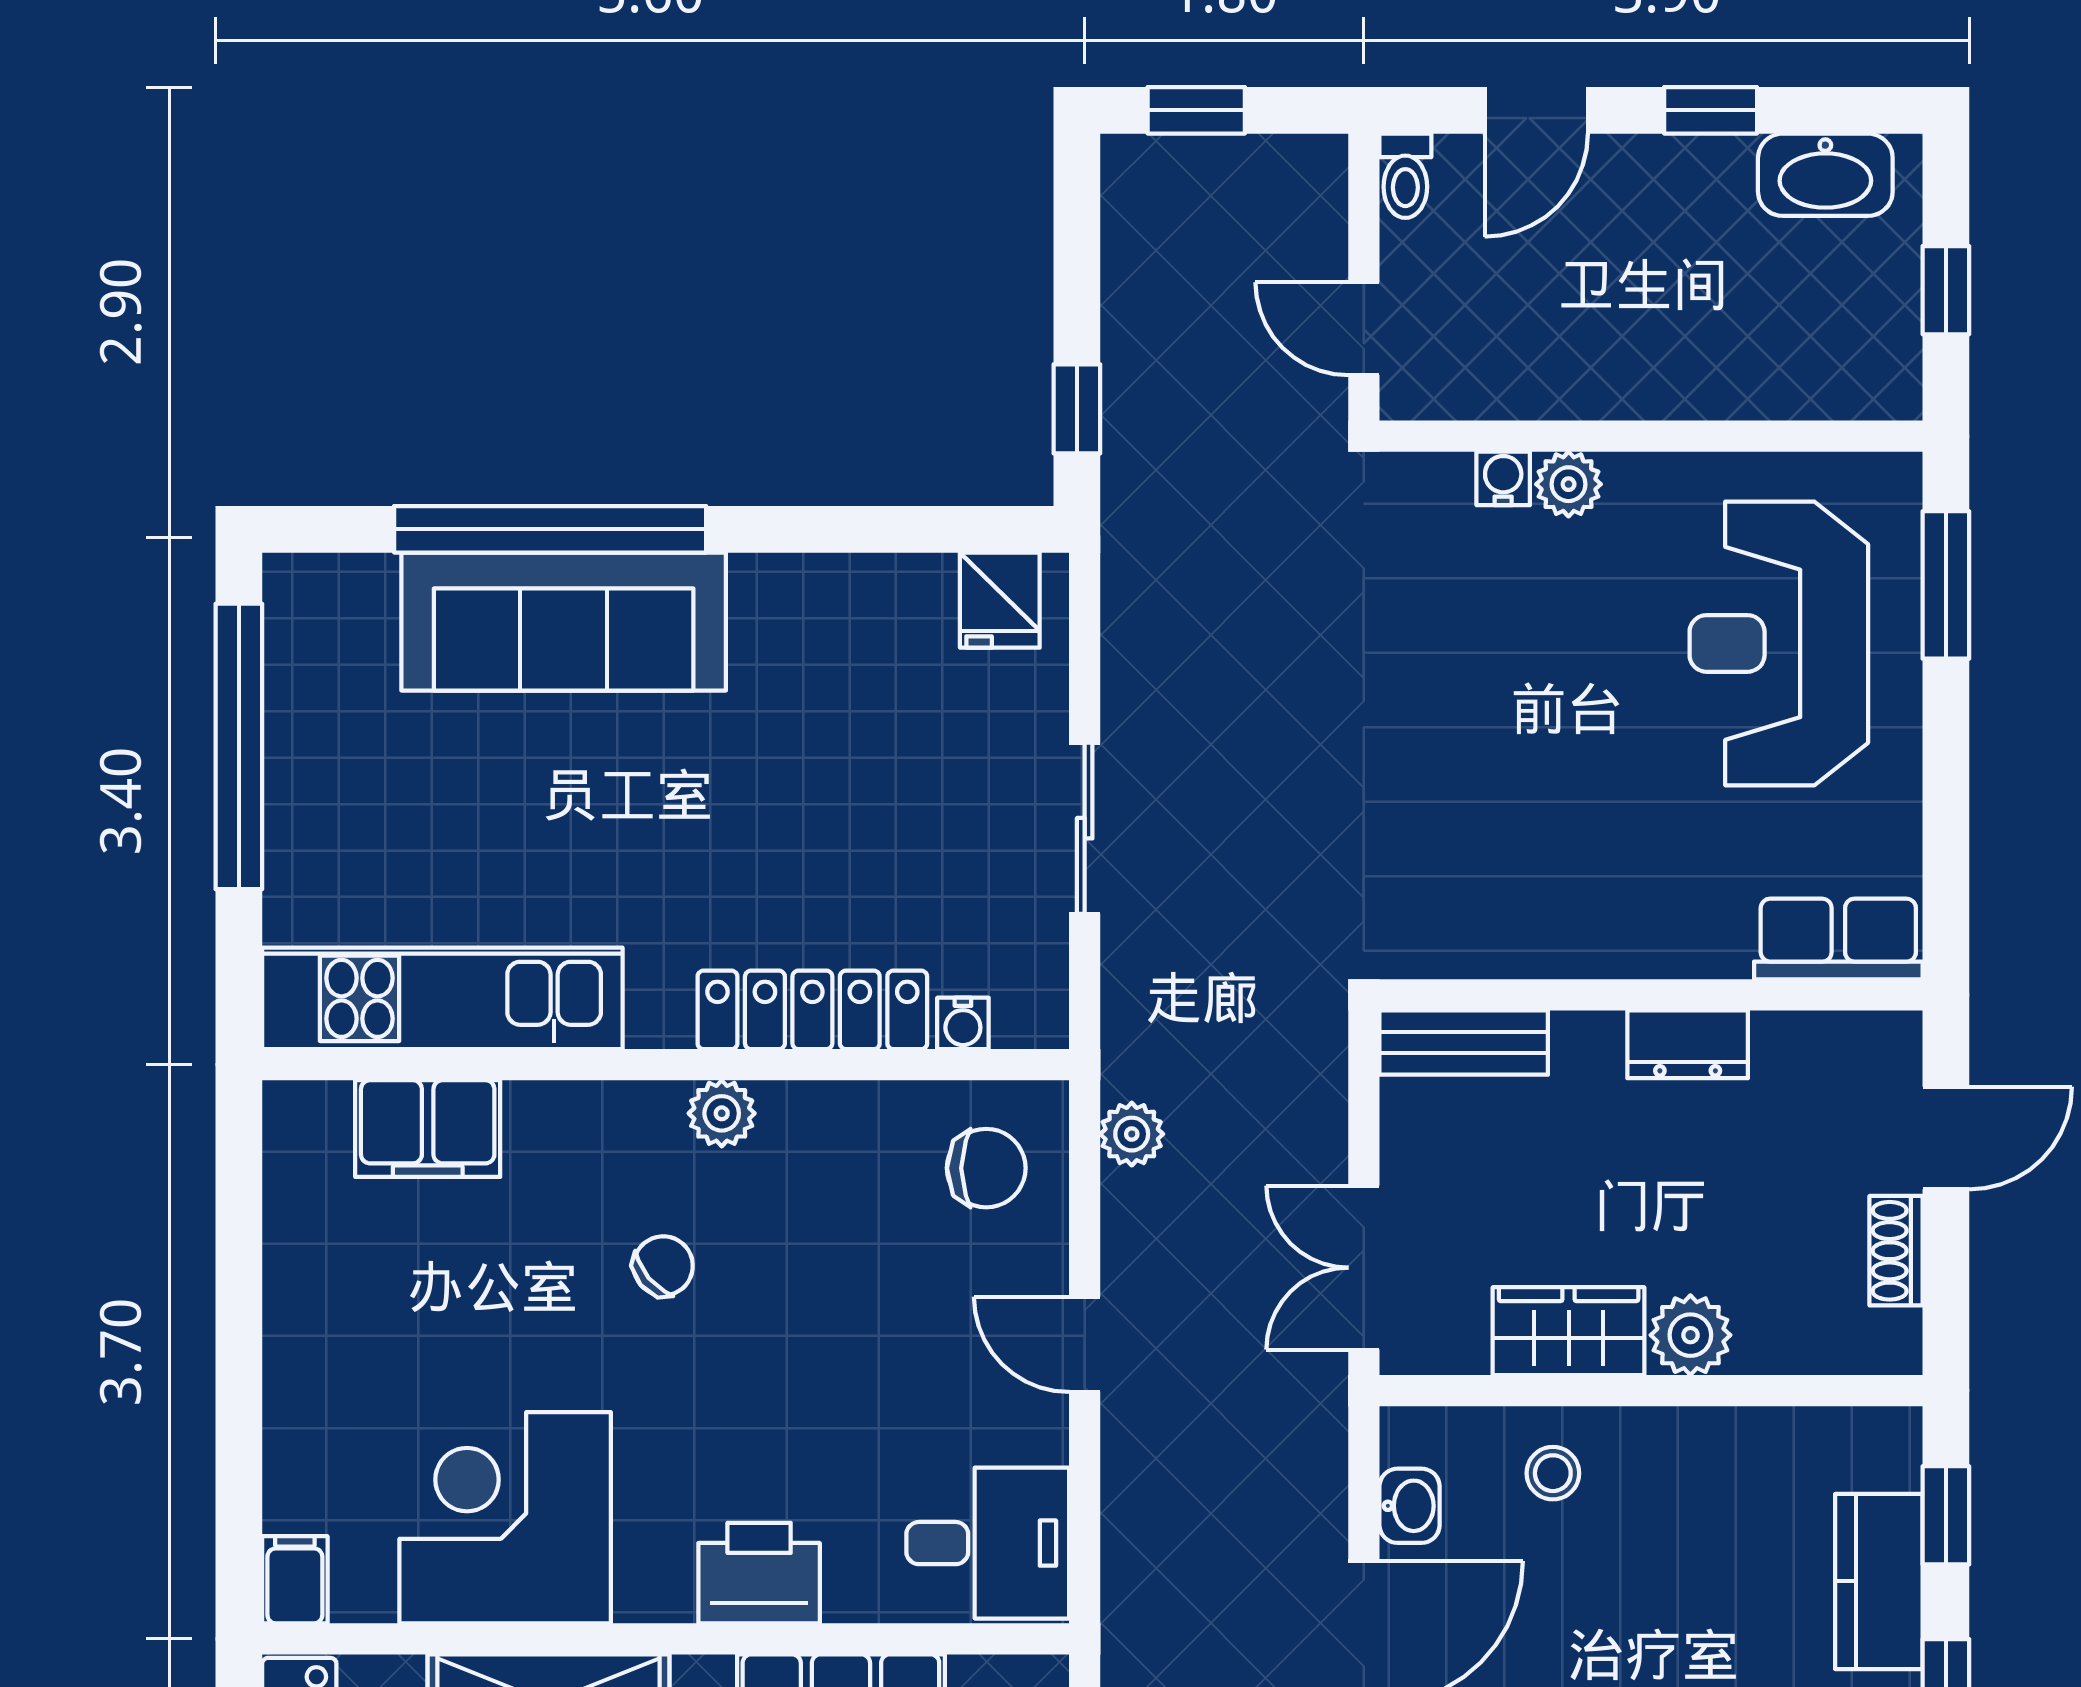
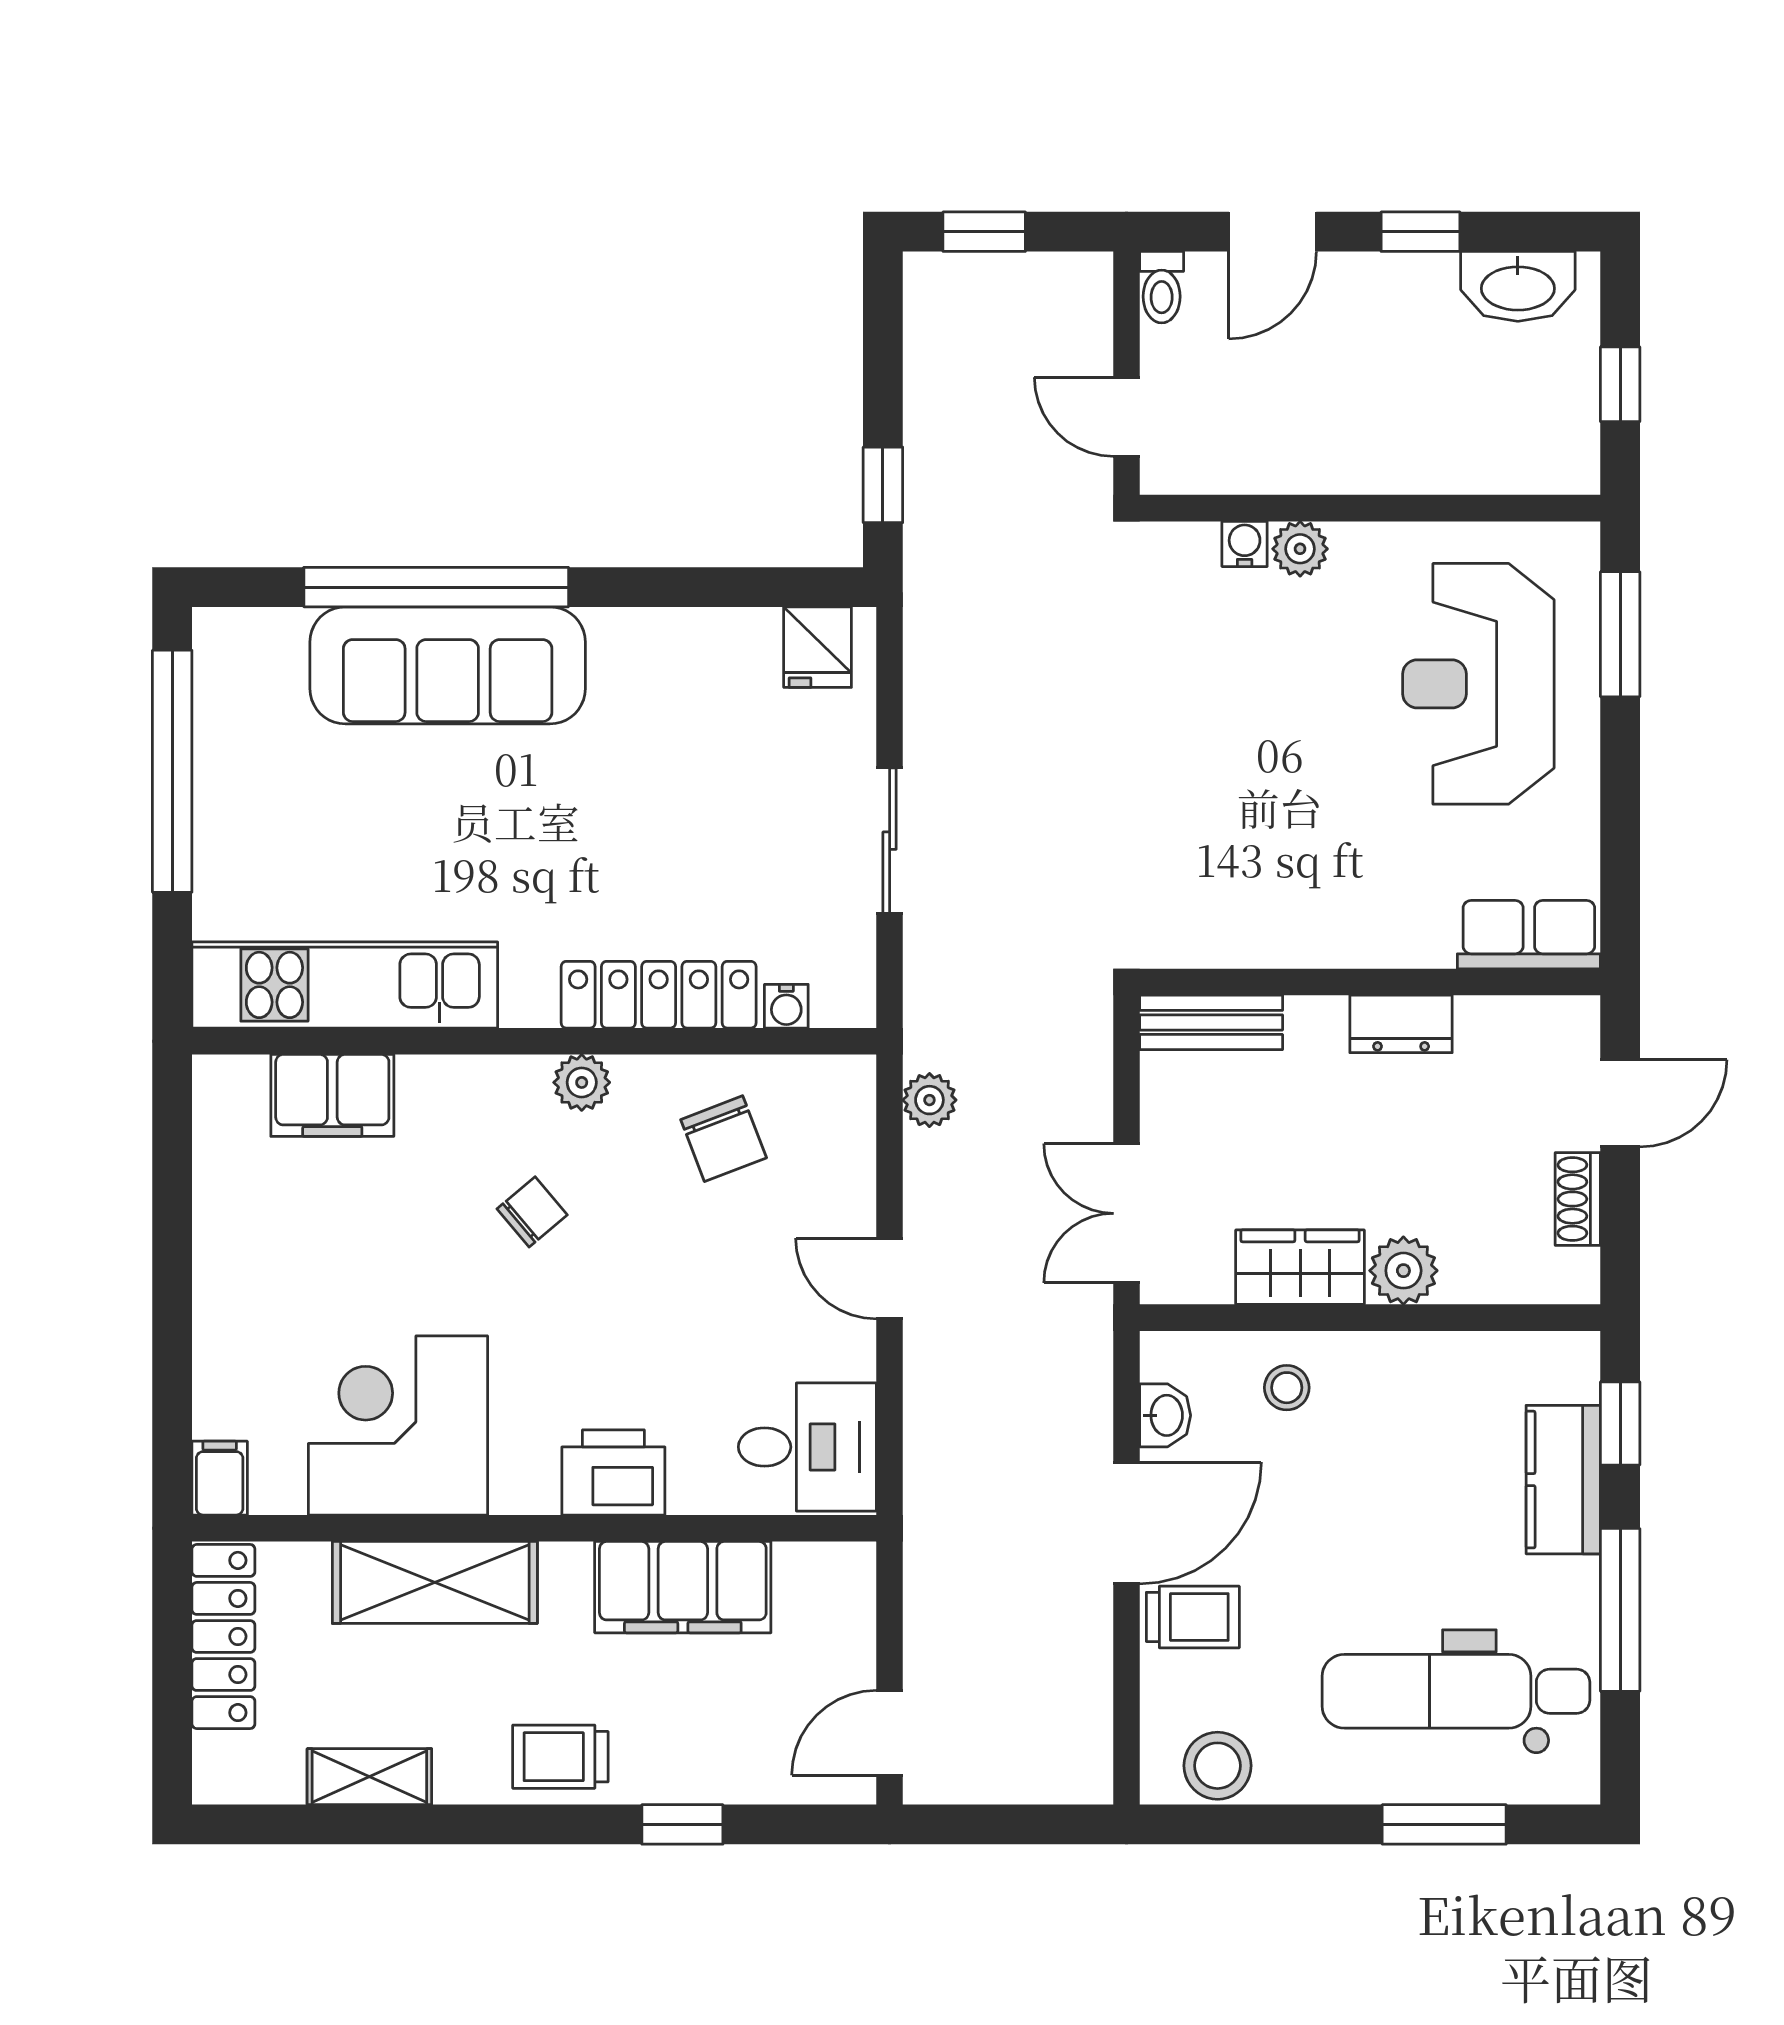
chair: (986, 1168) -> (724, 1139), moved, turned 69

